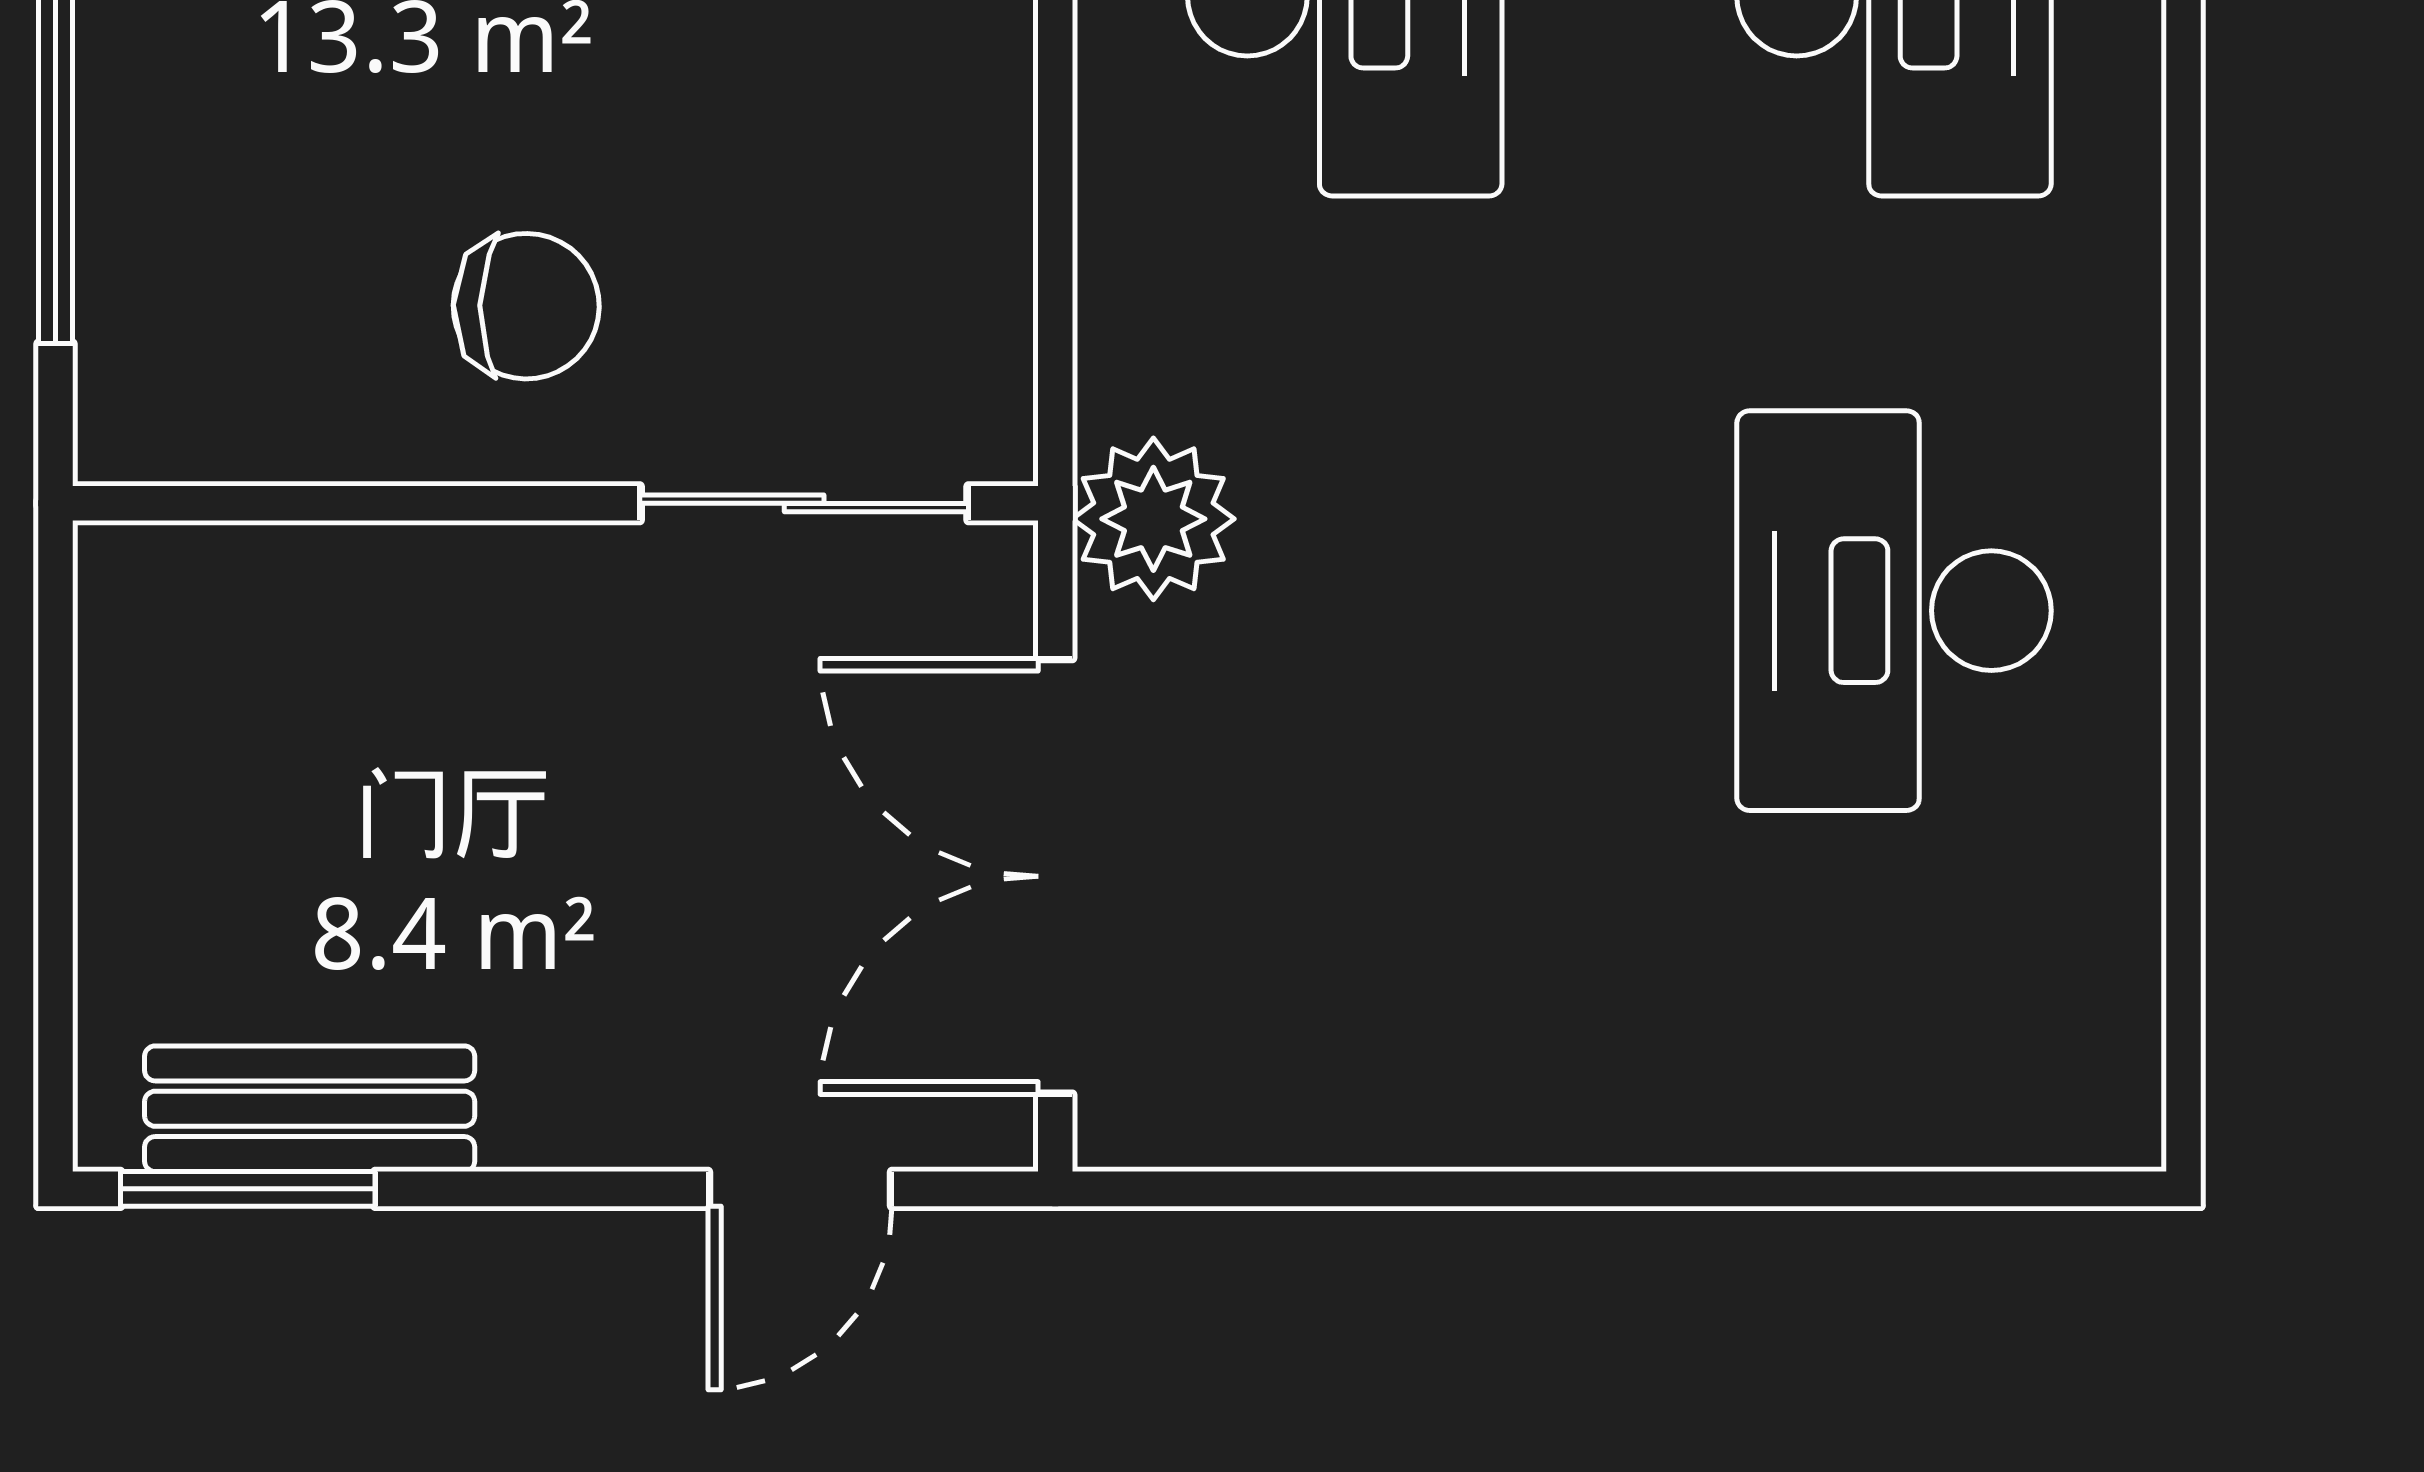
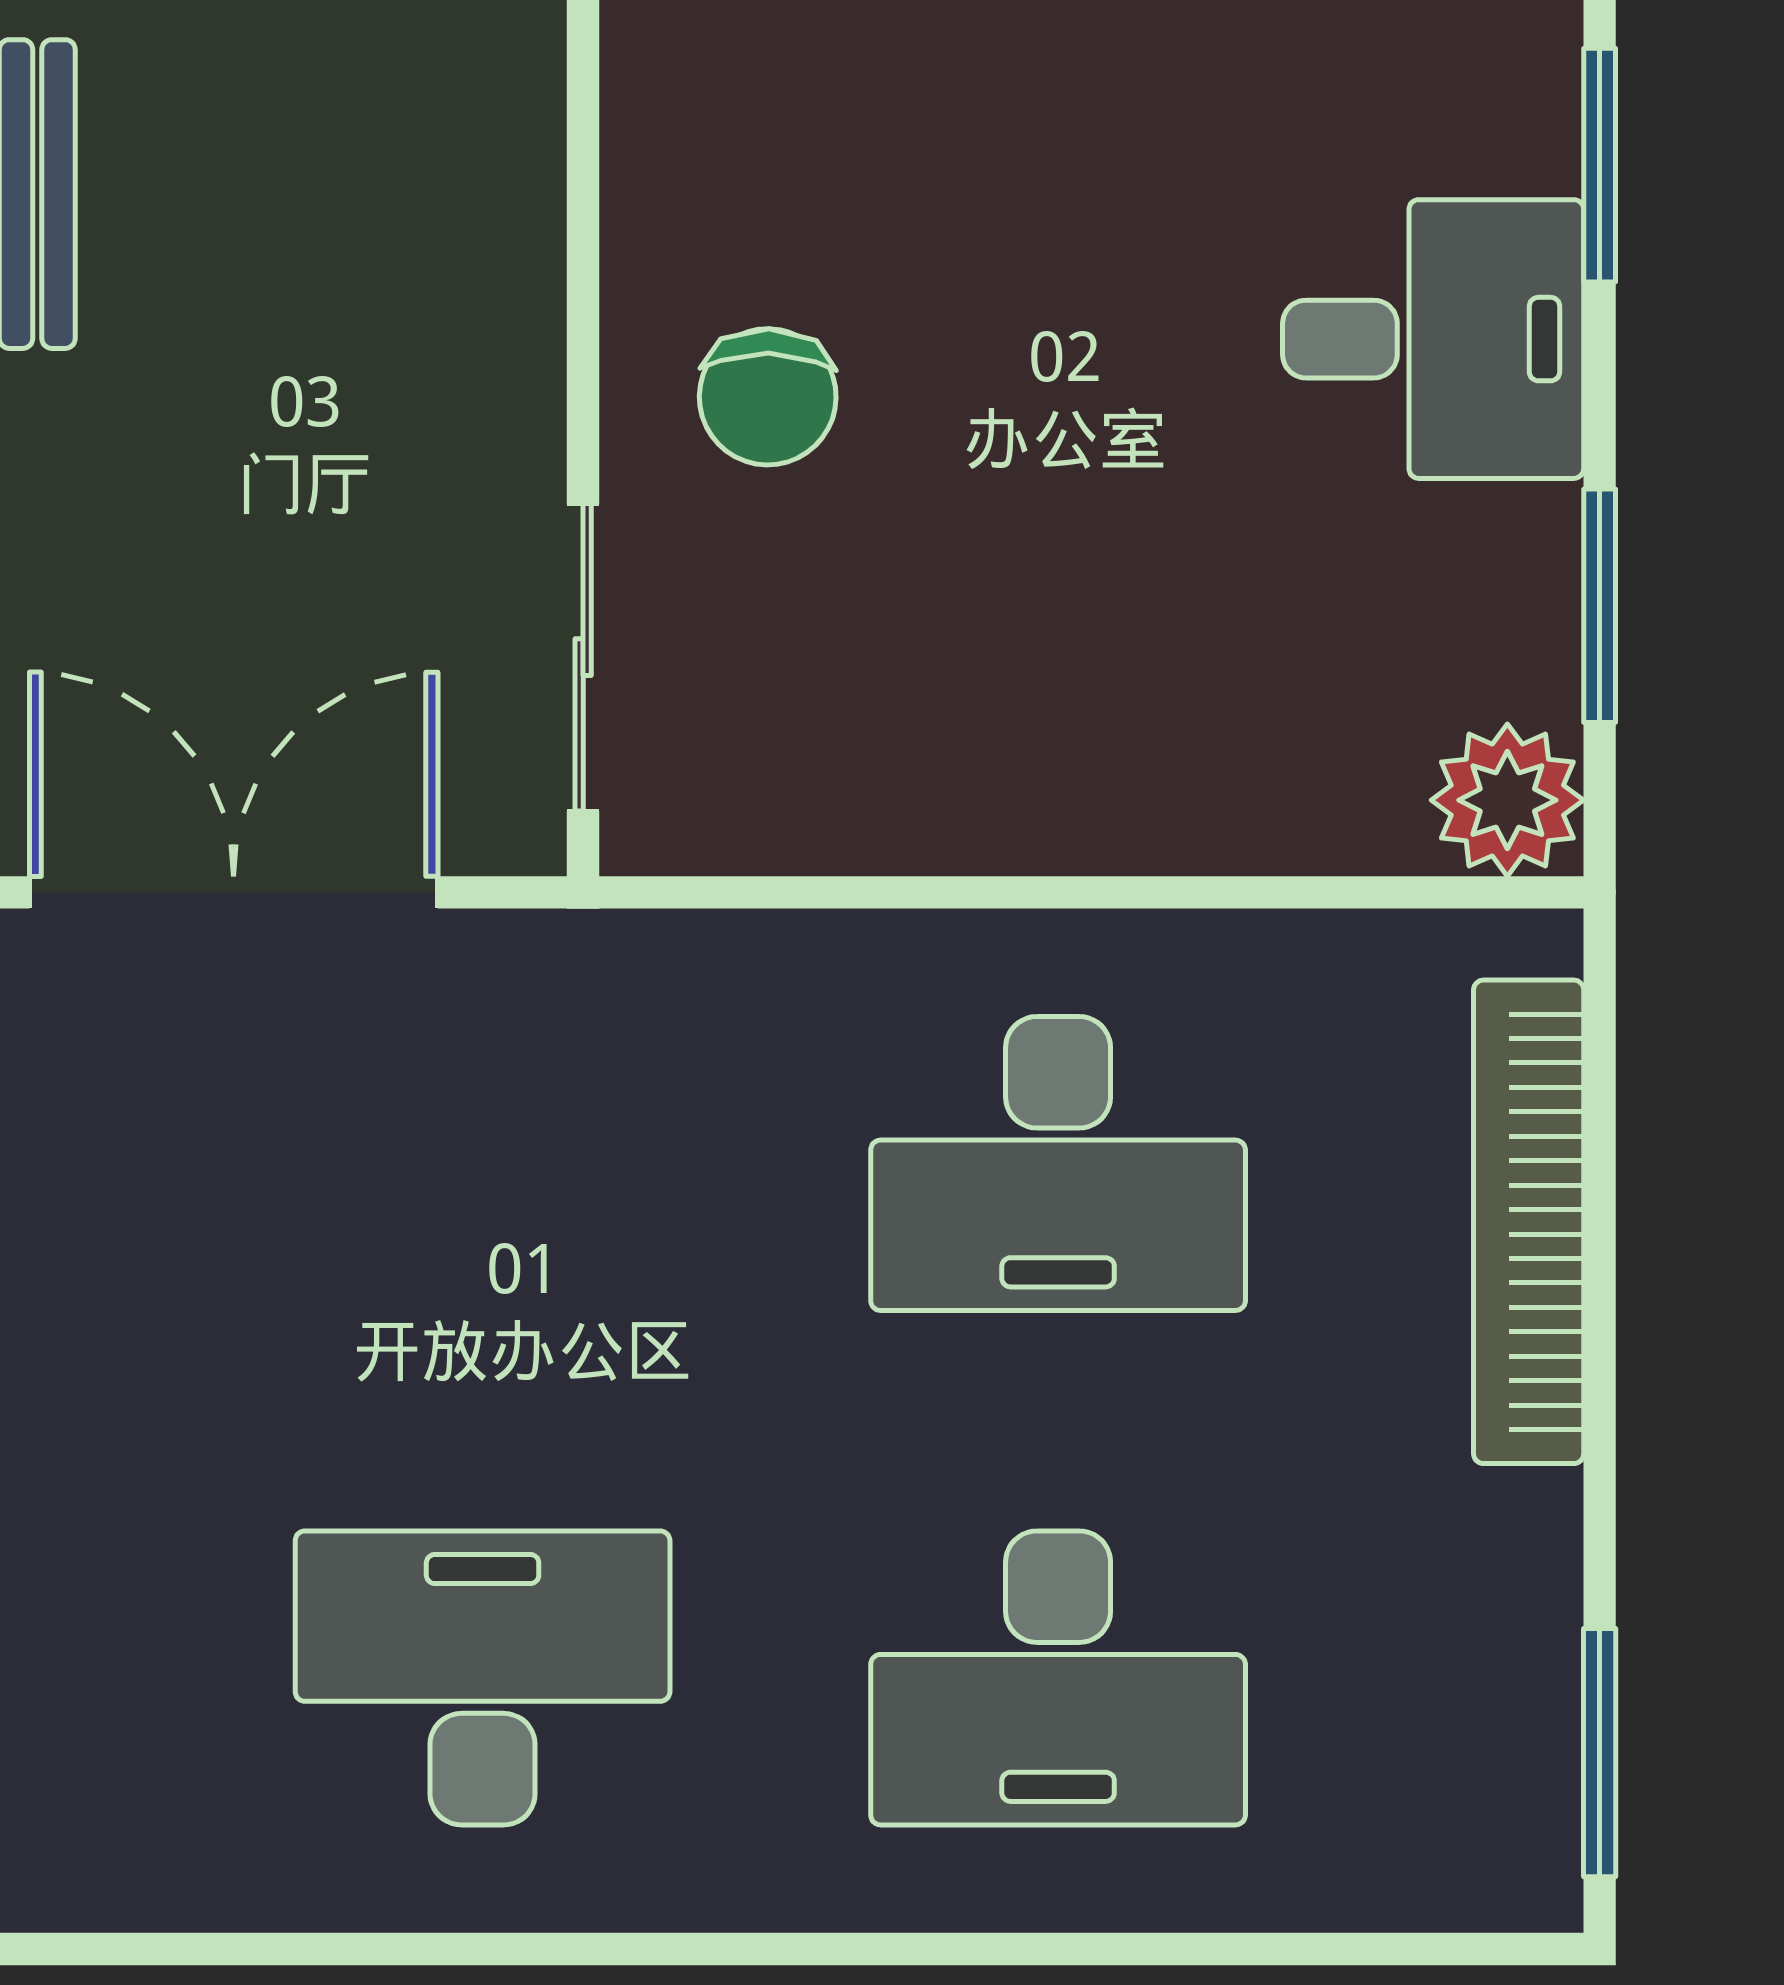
plant: (1153, 519) -> (569, 984), removed

